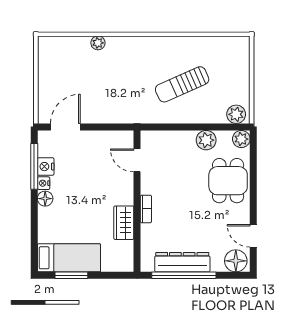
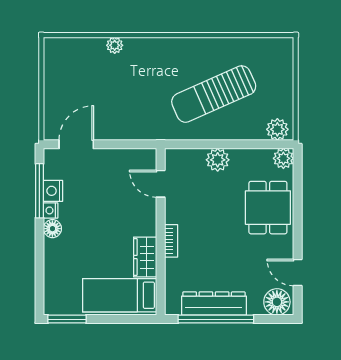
sun lounger: (182, 84) -> (214, 94), width x1.36, depth x1.34
plant: (206, 140) -> (218, 160), moved
bed: (69, 258) -> (120, 295), moved, turned 180
window: (71, 275) -> (67, 319), moved

